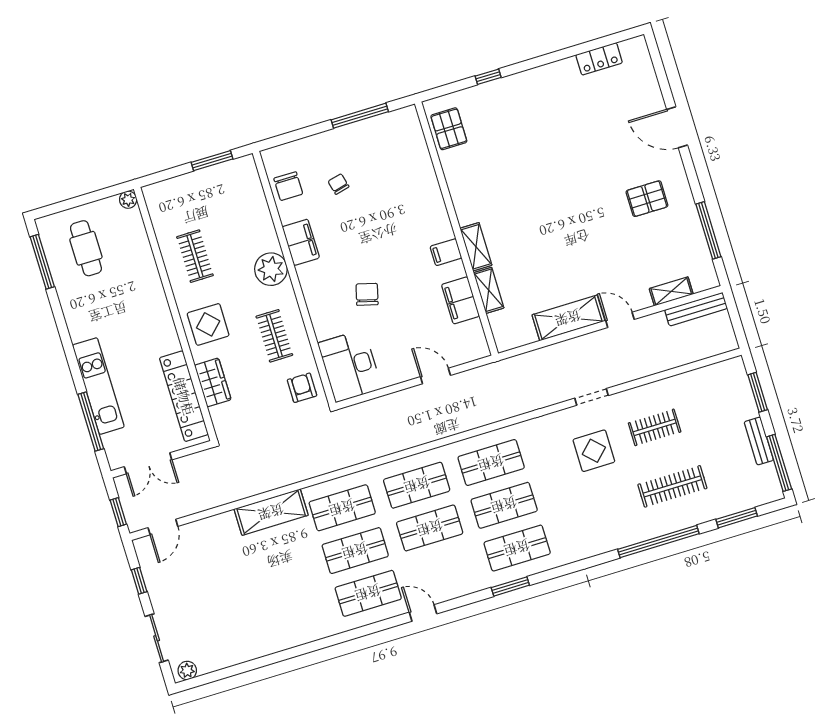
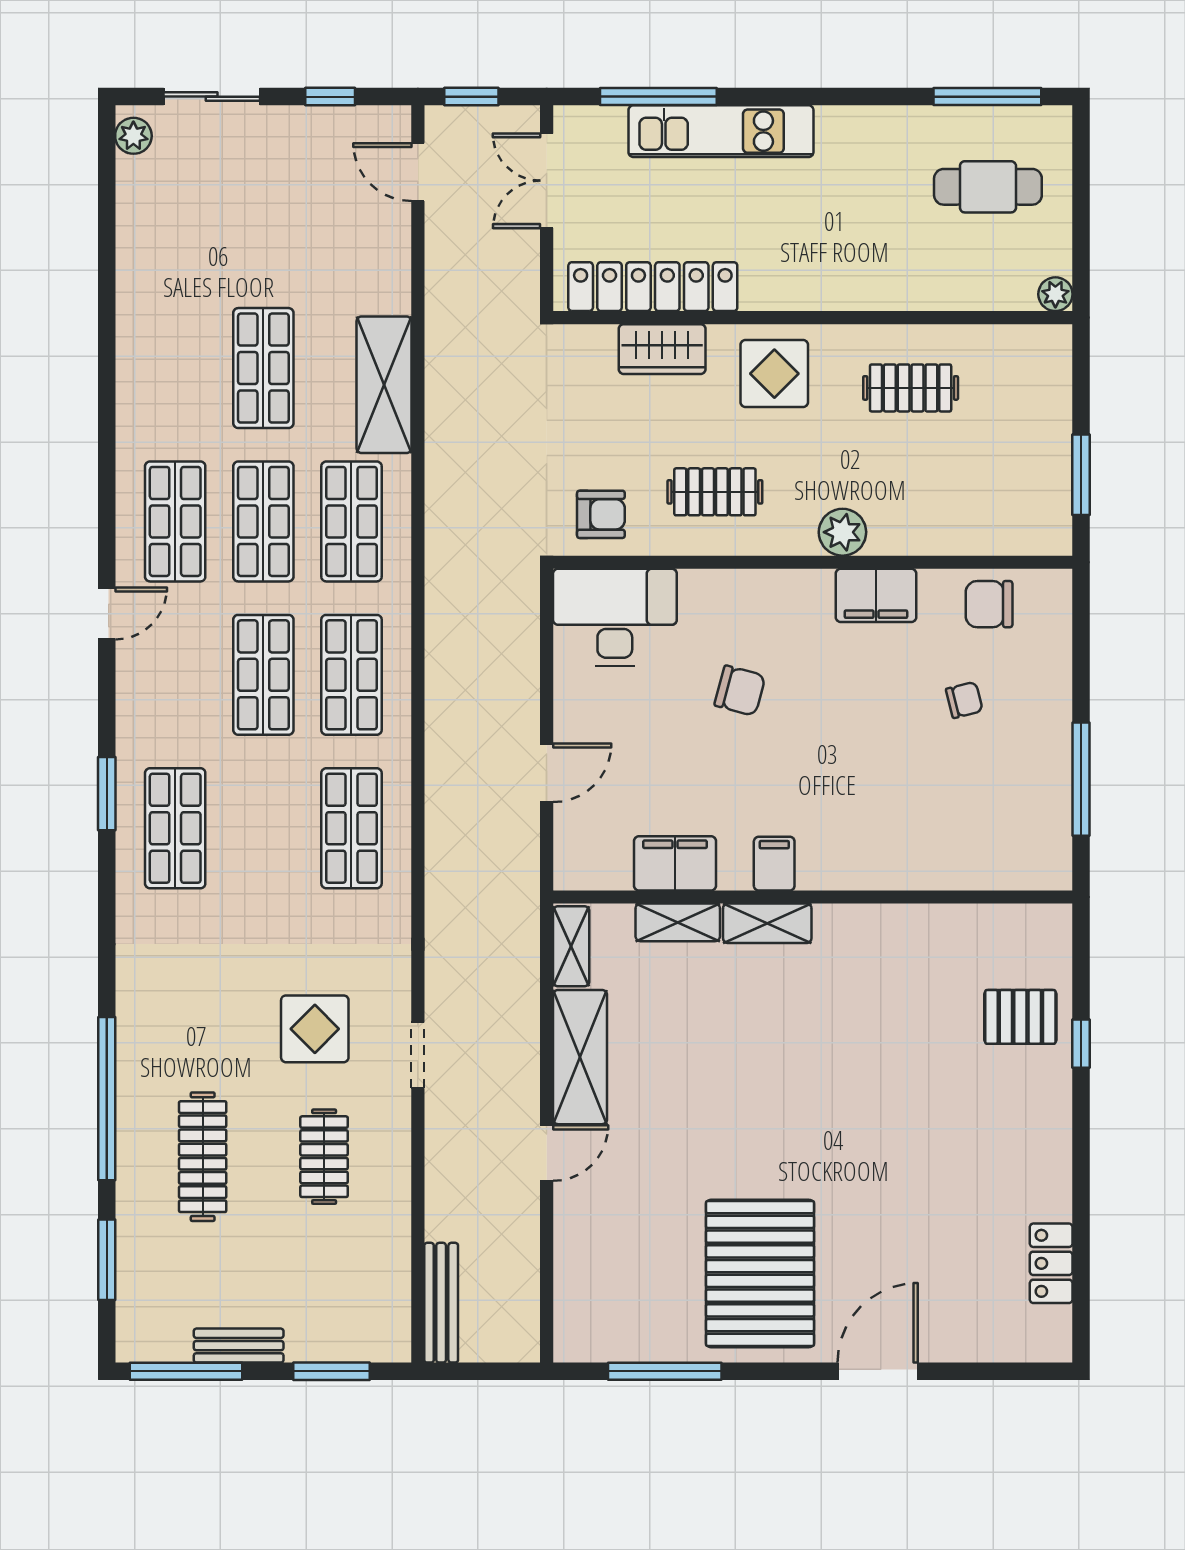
pallet: (449, 129) -> (1020, 1017), moved
pallet: (647, 199) -> (760, 1273), width x2.05, depth x2.00
plant: (271, 269) -> (842, 532), width x0.73, depth x0.73
shelving: (671, 291) -> (571, 946), moved
bench: (696, 309) -> (441, 1303), moved
shop shelf: (504, 505) -> (263, 368), moved

